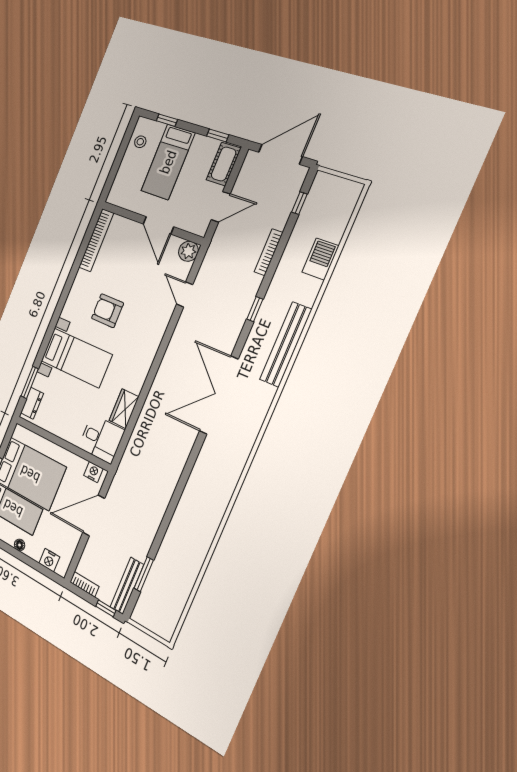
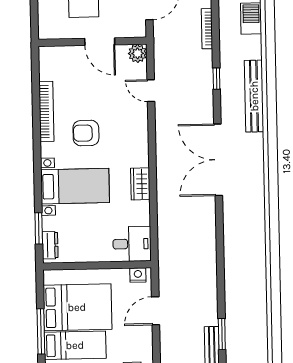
bookcase: (96, 240) -> (46, 111), moved
wardrobe: (124, 409) -> (140, 184), moved
door: (94, 515) -> (156, 311), width x0.73

